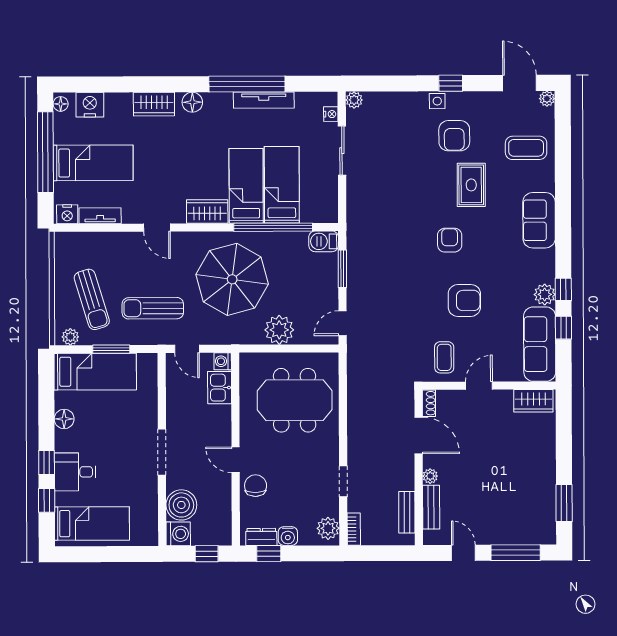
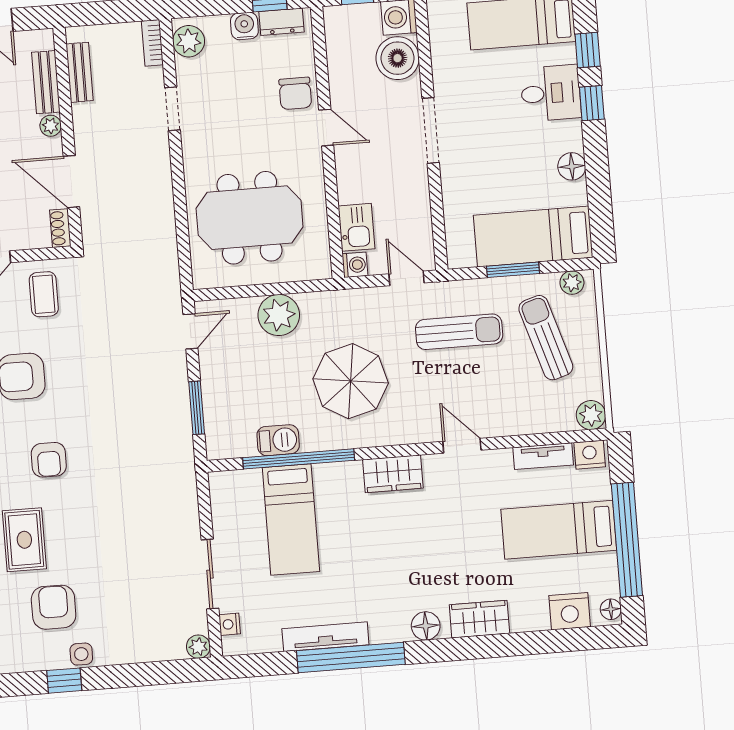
bed: (246, 186) -> (341, 514), removed
barbecue: (324, 241) -> (278, 440), moved
plant: (64, 242) -> (591, 415), added
parasol: (232, 279) -> (351, 381), width x0.73, depth x0.73

